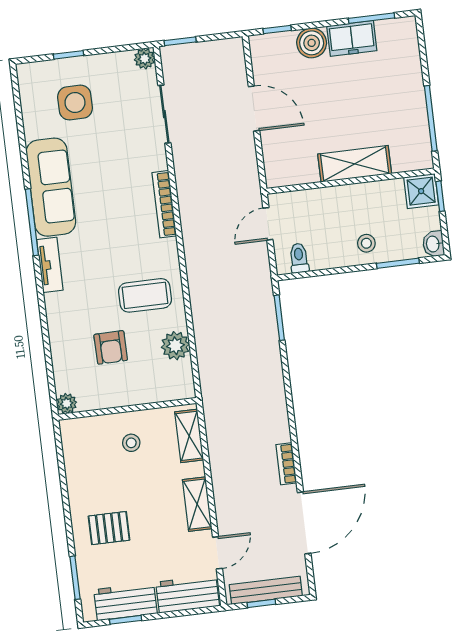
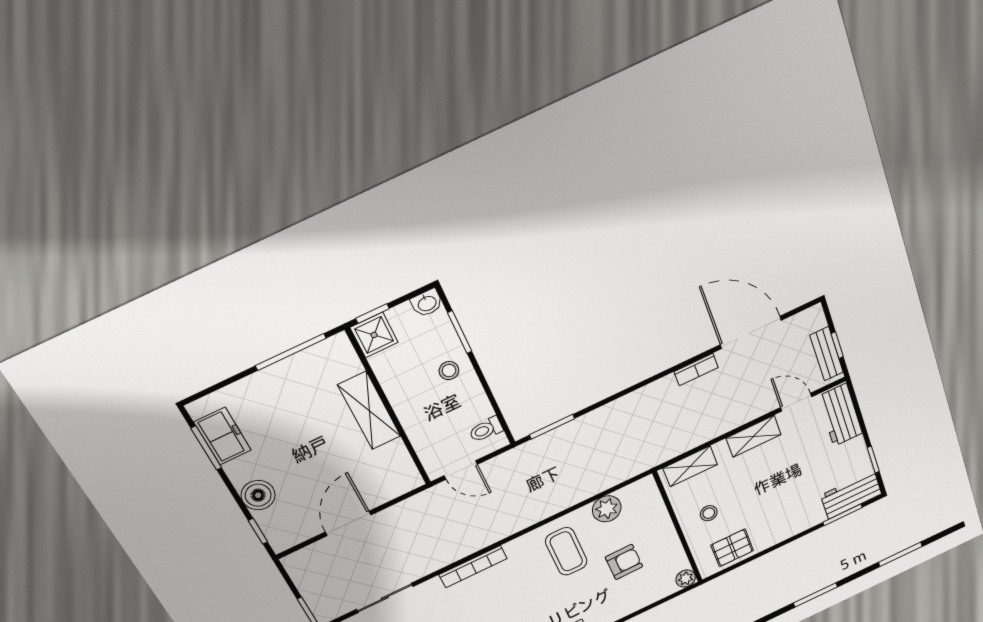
freezer: (352, 38) -> (223, 436), moved
pallet: (109, 528) -> (732, 548), moved, turned 90
bench: (266, 590) -> (827, 354), width x0.73
workbench: (125, 602) -> (851, 495), moved, turned 90

